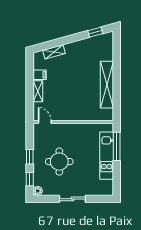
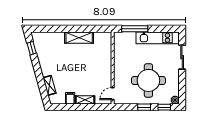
shelving: (107, 85) -> (79, 38), width x0.68
kitchen unit: (107, 156) -> (158, 38), moved
round table: (59, 162) -> (148, 80), width x1.36, depth x1.36
sliding door: (72, 199) -> (182, 57), moved

